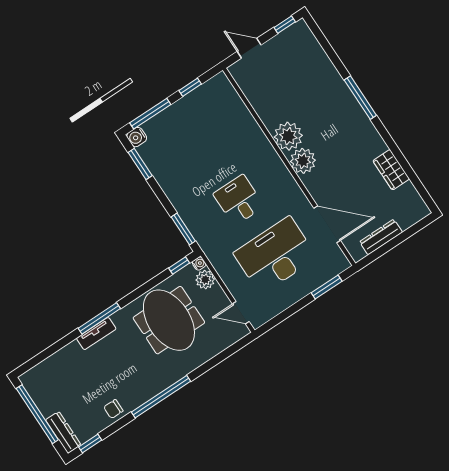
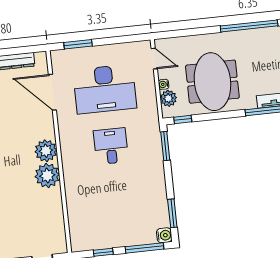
desk: (239, 200) -> (111, 146), turned 180
water cooler: (199, 264) -> (164, 84), moved

